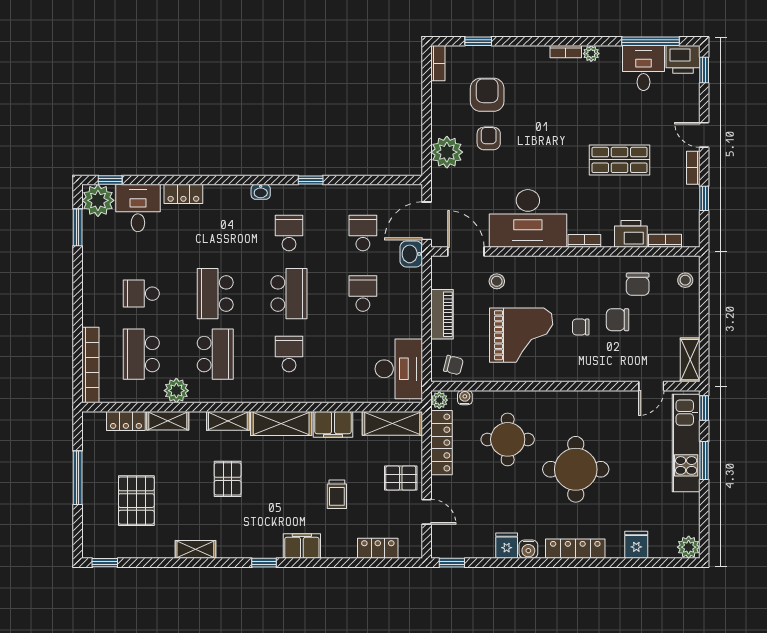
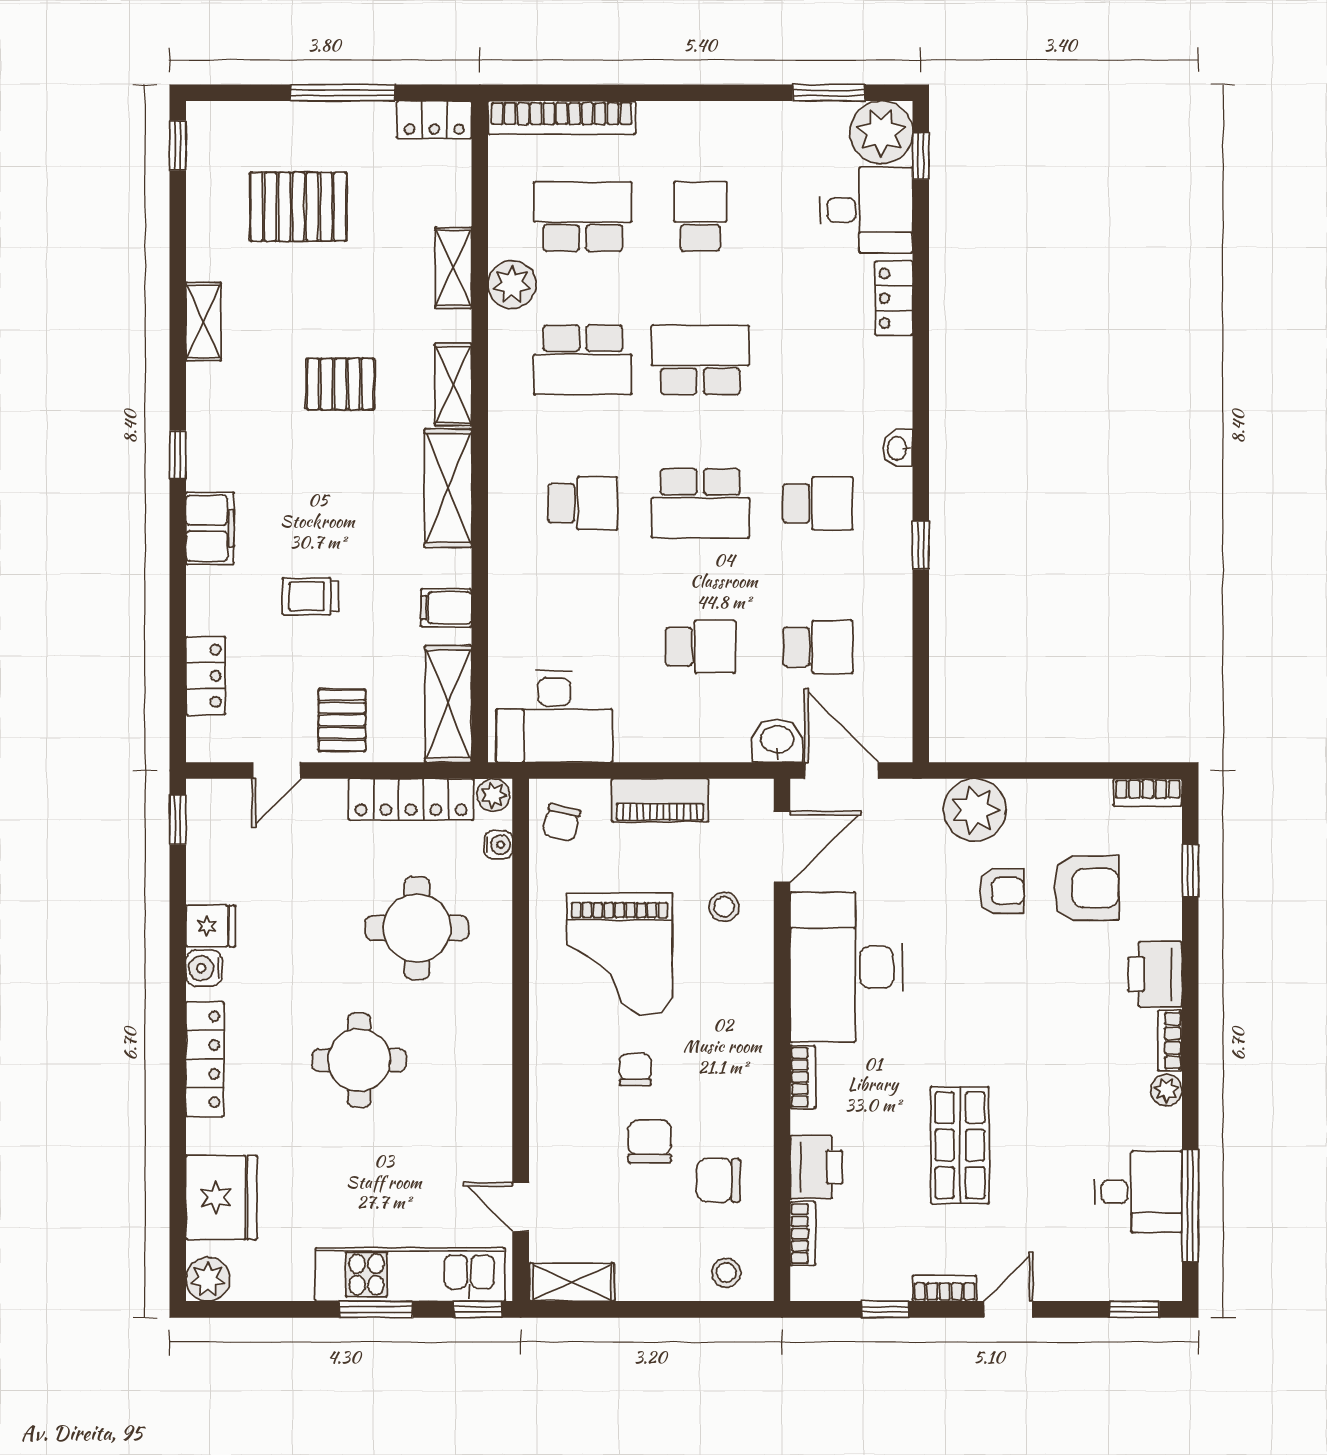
printer: (683, 59) -> (1155, 974), moved
locker: (126, 421) -> (434, 120), moved, turned -90
filing cabinet: (333, 424) -> (446, 608), width x0.50
round table: (576, 469) -> (359, 1060), width x0.73, depth x0.73
fridge: (636, 545) -> (221, 1197), width x1.88, depth x1.34

